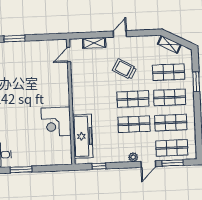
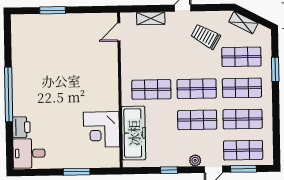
trolley: (125, 69) -> (206, 37), moved
shop shelf: (96, 101) -> (151, 89), added
corner desk: (56, 122) -> (101, 130), moved
window: (99, 166) -> (169, 170), moved
window: (21, 170) -> (77, 172), moved

